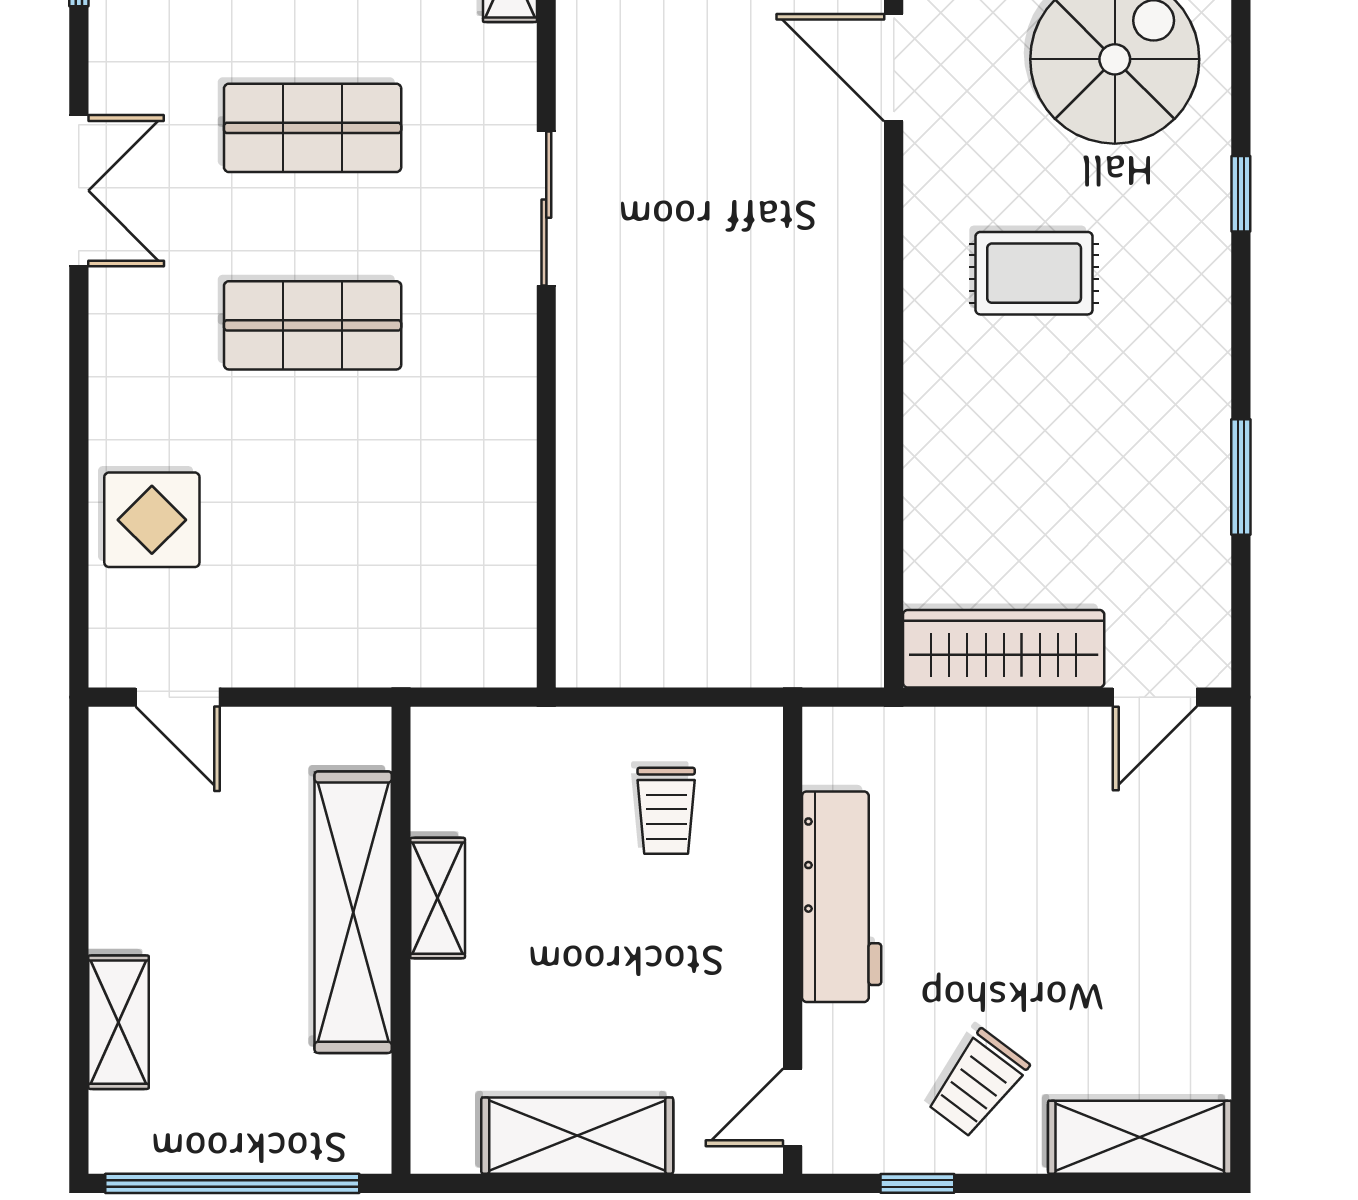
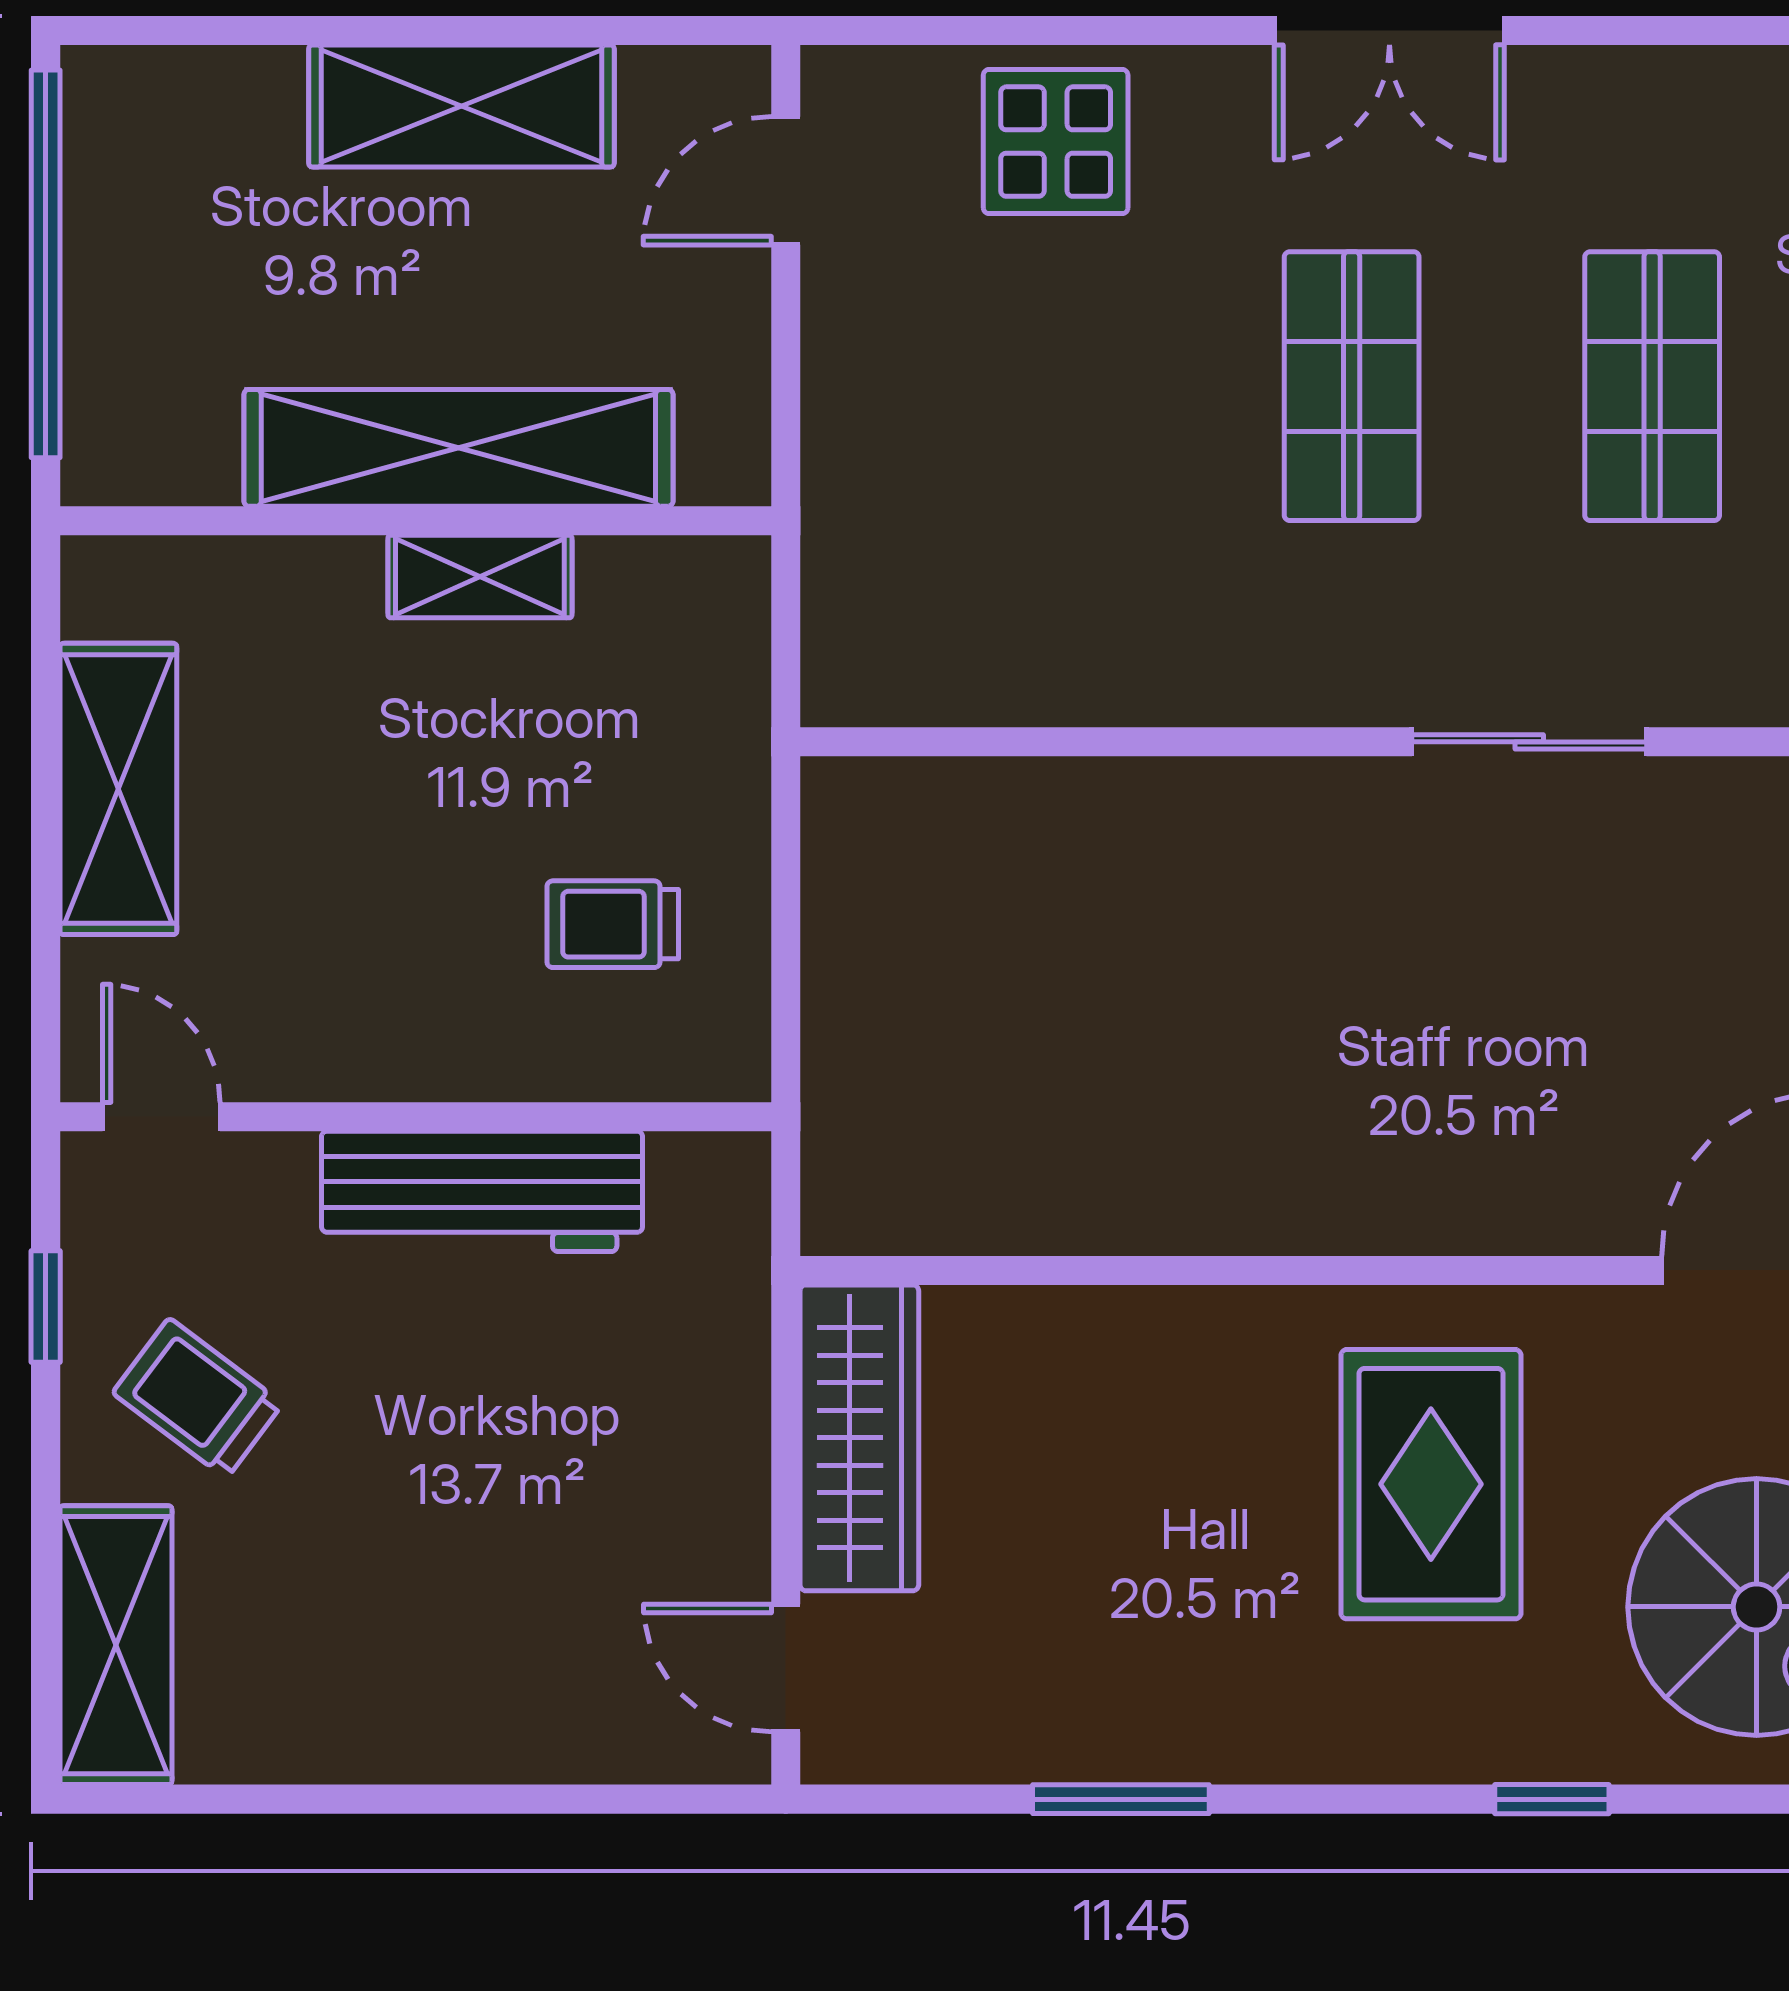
double door: (79, 191) -> (1389, 31), moved
rug: (1034, 273) -> (1431, 1484), width x1.36, depth x1.43
shelving: (119, 1022) -> (461, 106), moved, width x1.50, depth x1.33

